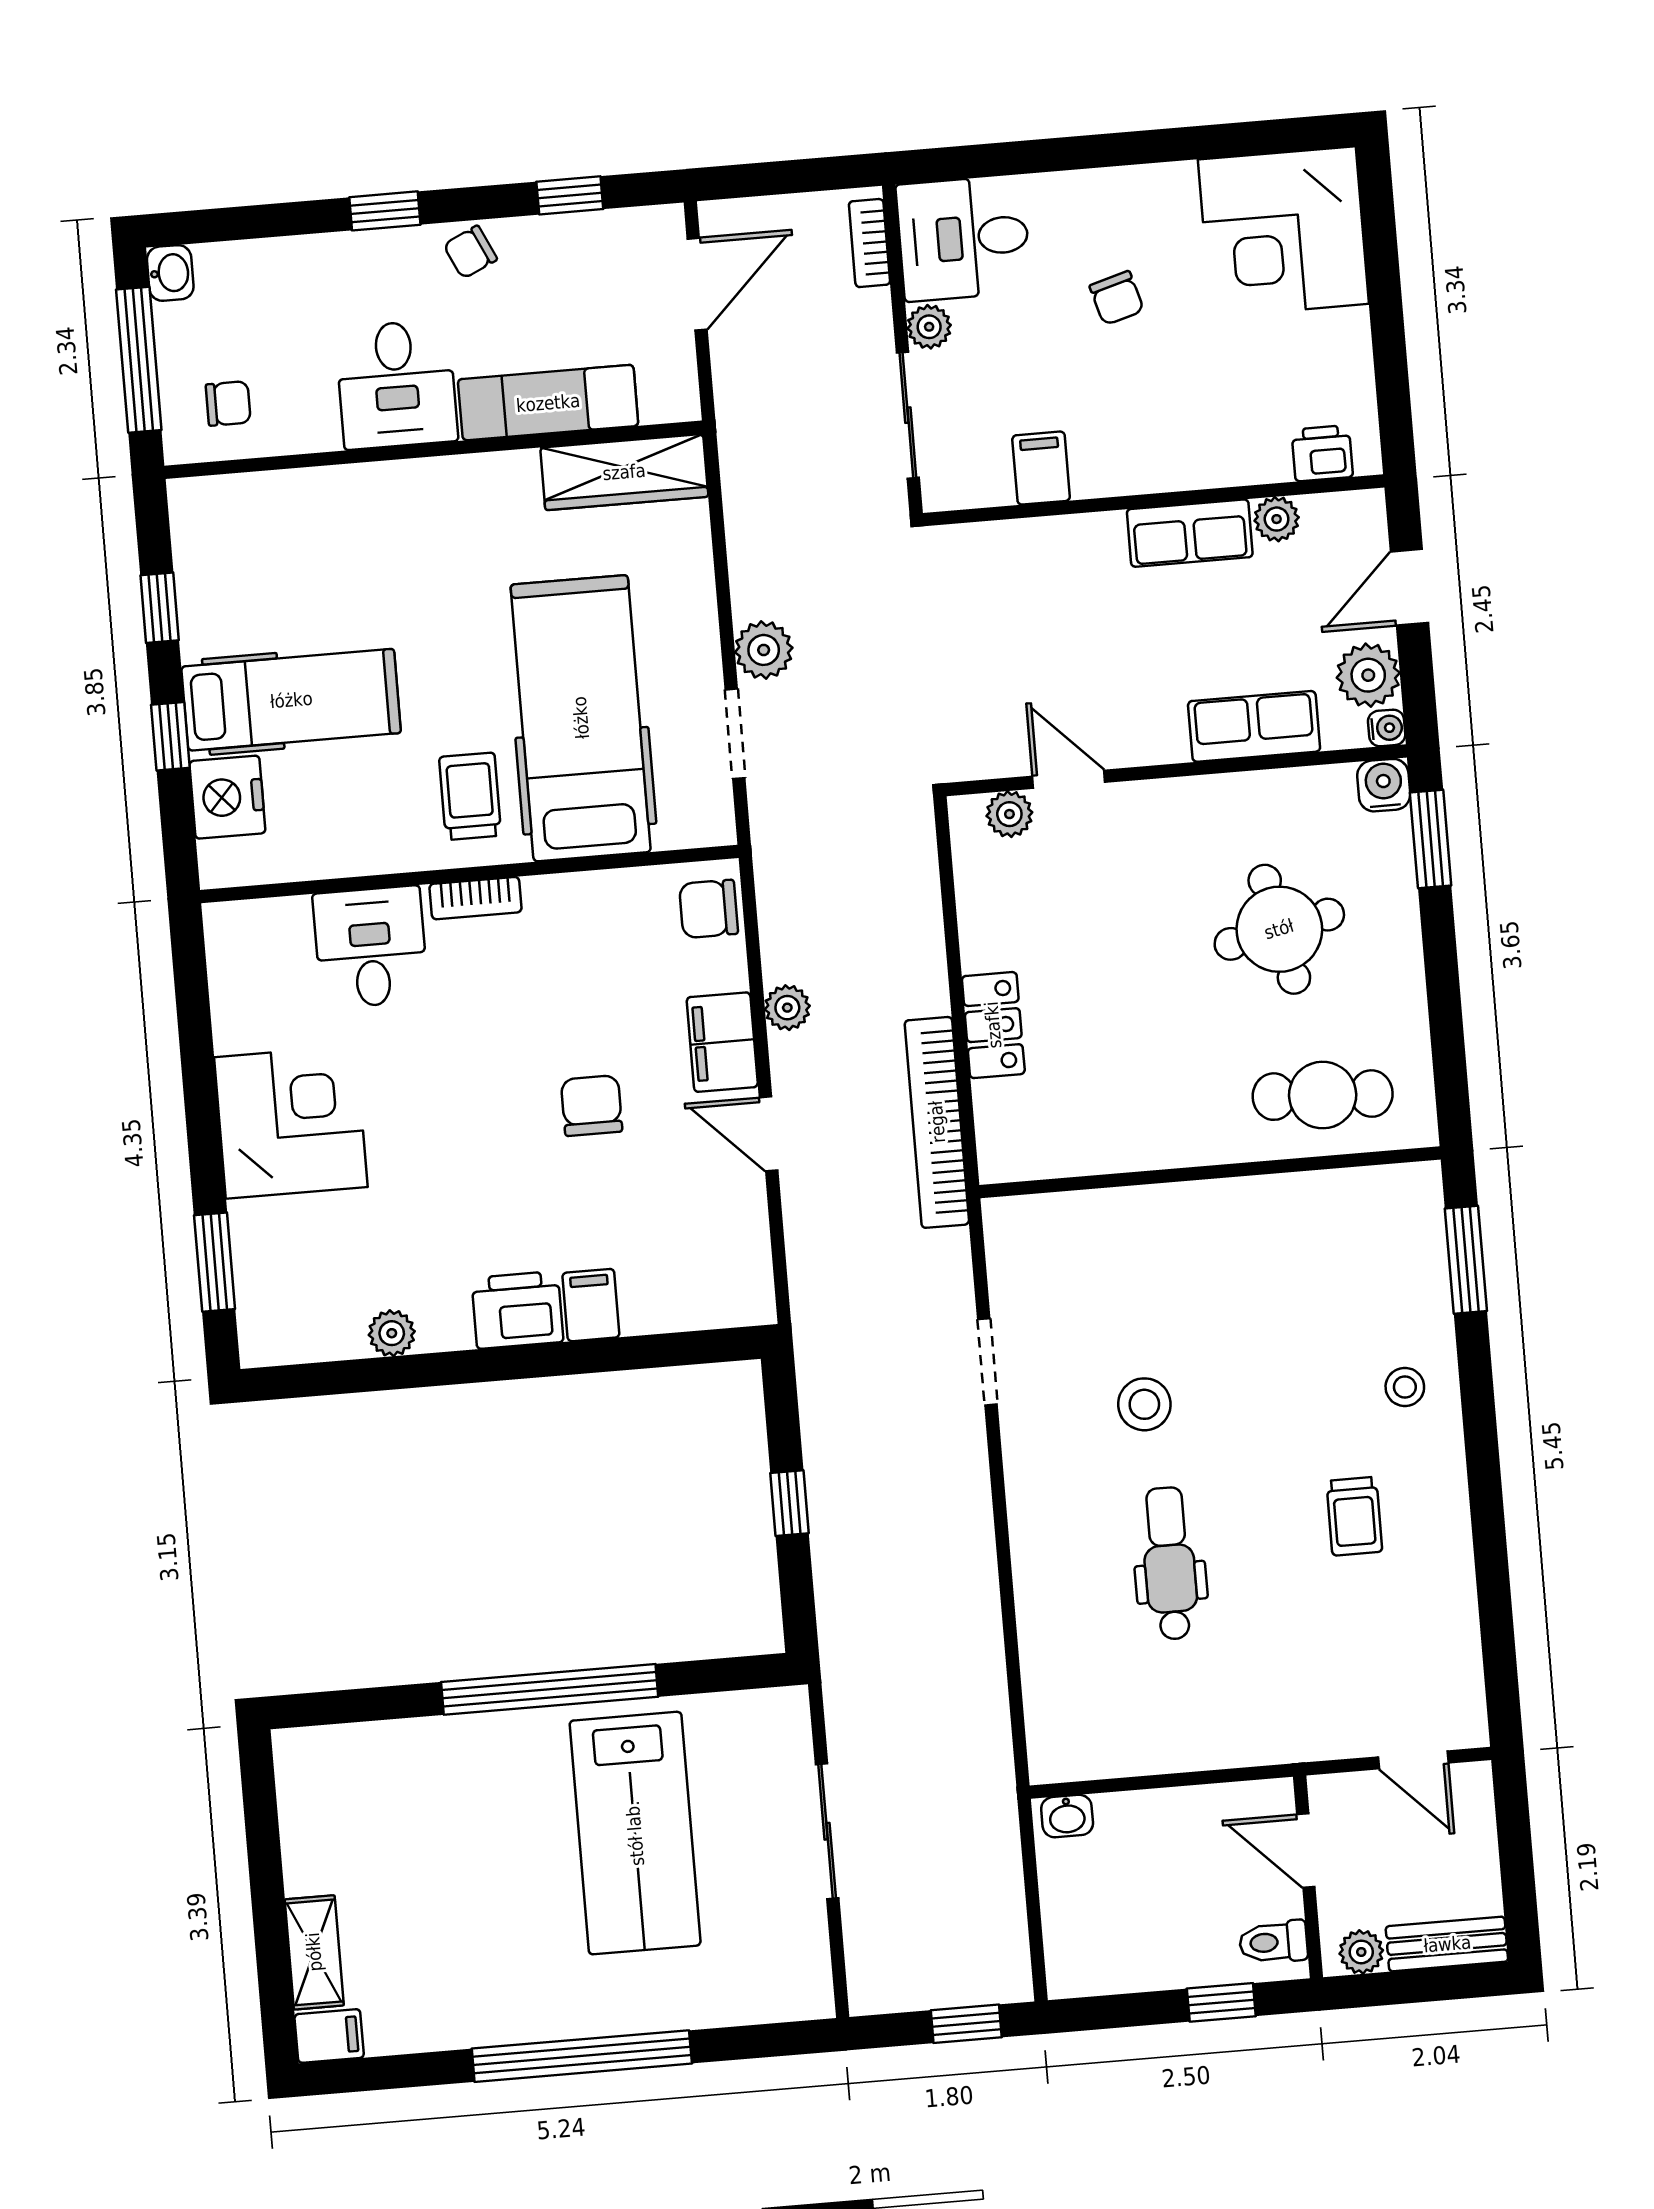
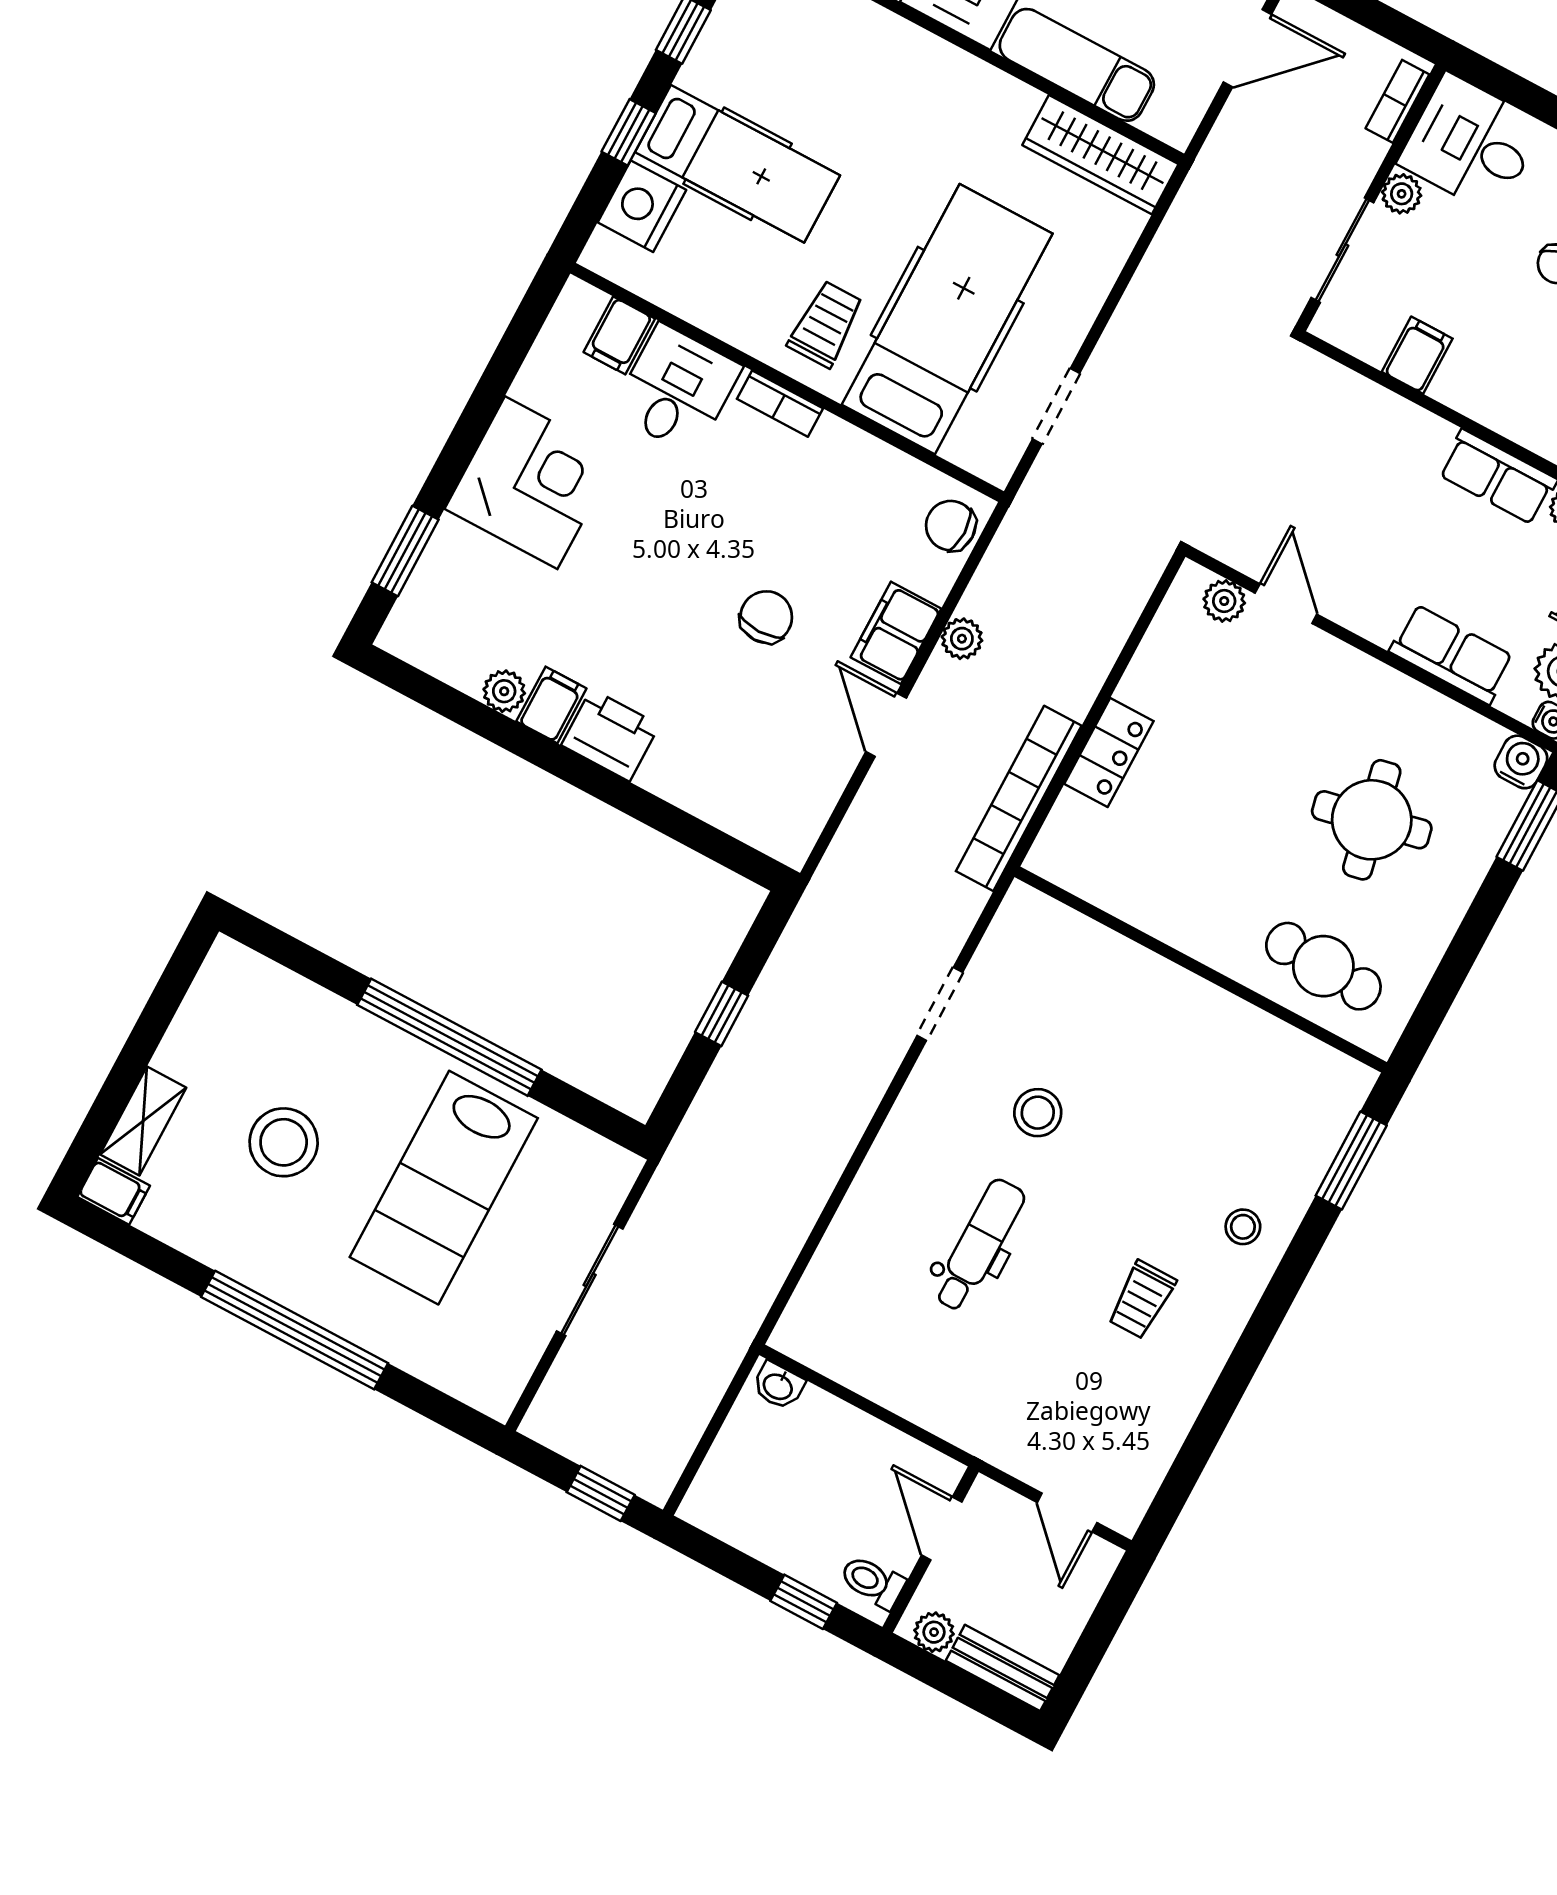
plant: (764, 650) -> (1119, 357), removed
filing cabinet: (284, 931) -> (619, 335), added
filing cabinet: (591, 1305) -> (551, 705), moved
stool: (458, 1887) -> (284, 1142), added

